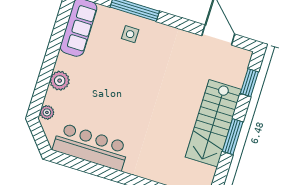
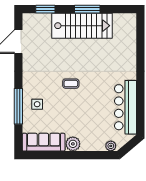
plant: (60, 81) -> (73, 144), moved
coffee table: (143, 86) -> (71, 84), added

